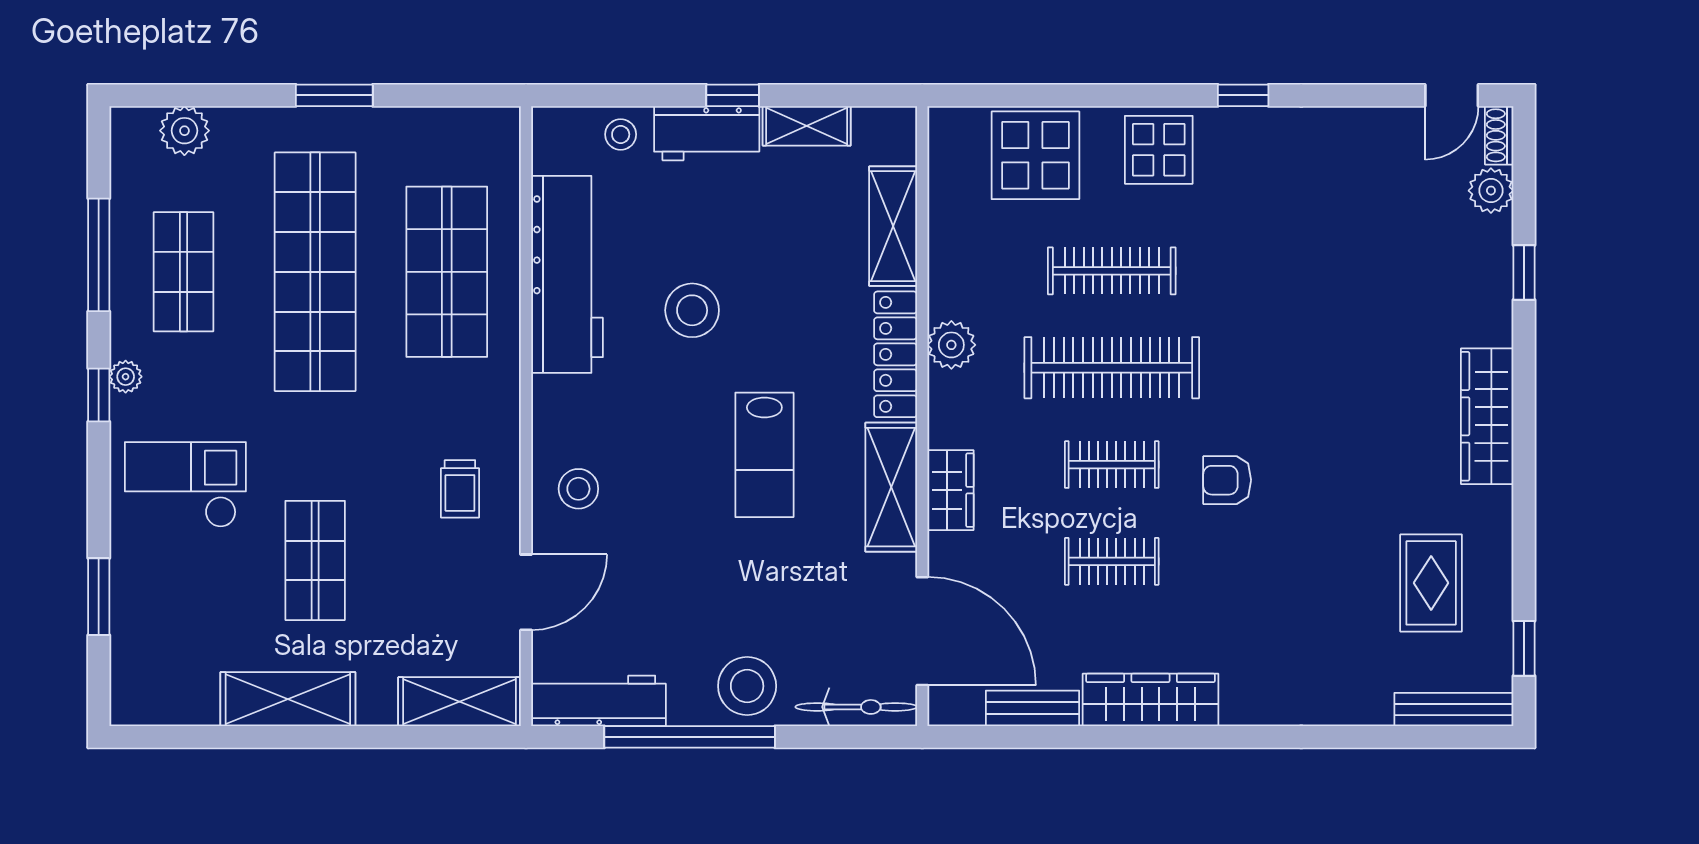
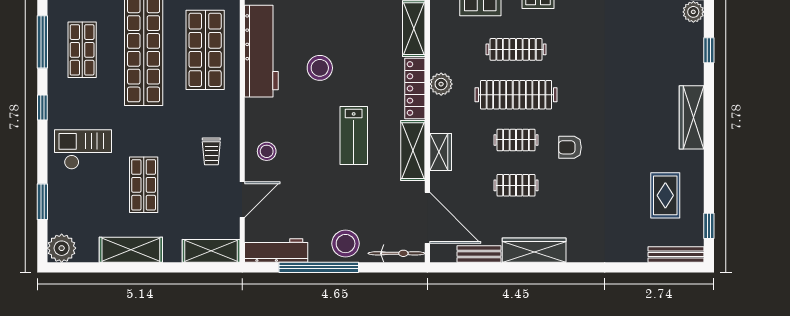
plant: (126, 377) -> (62, 248), moved, width x1.88, depth x1.88

